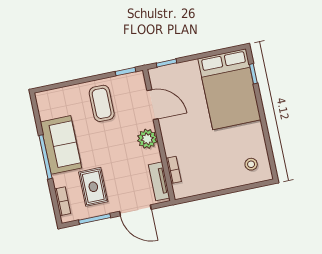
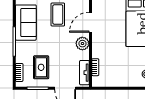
door: (152, 105) -> (90, 22), swing flipped
sofa: (61, 145) -> (26, 23), moved

